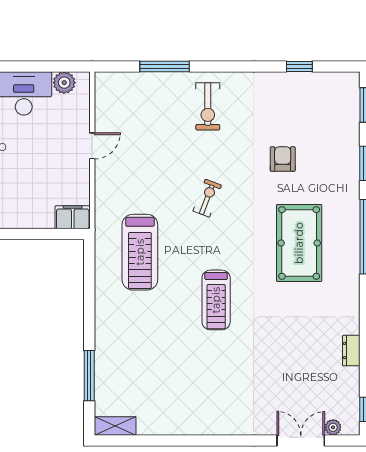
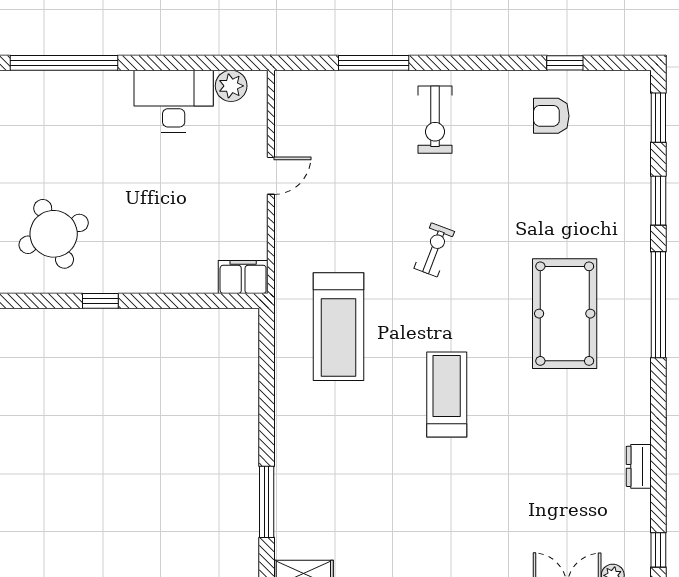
armchair: (283, 159) -> (551, 116), moved, turned -90
treadmill: (216, 300) -> (447, 395), turned 180

